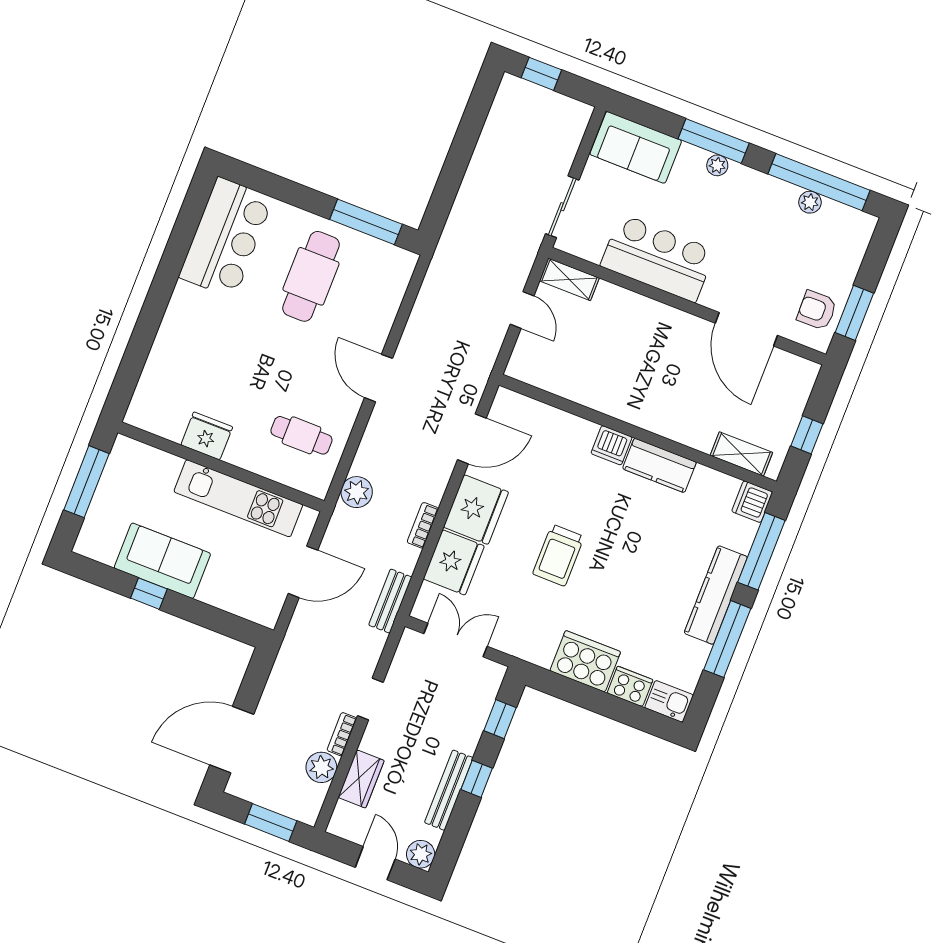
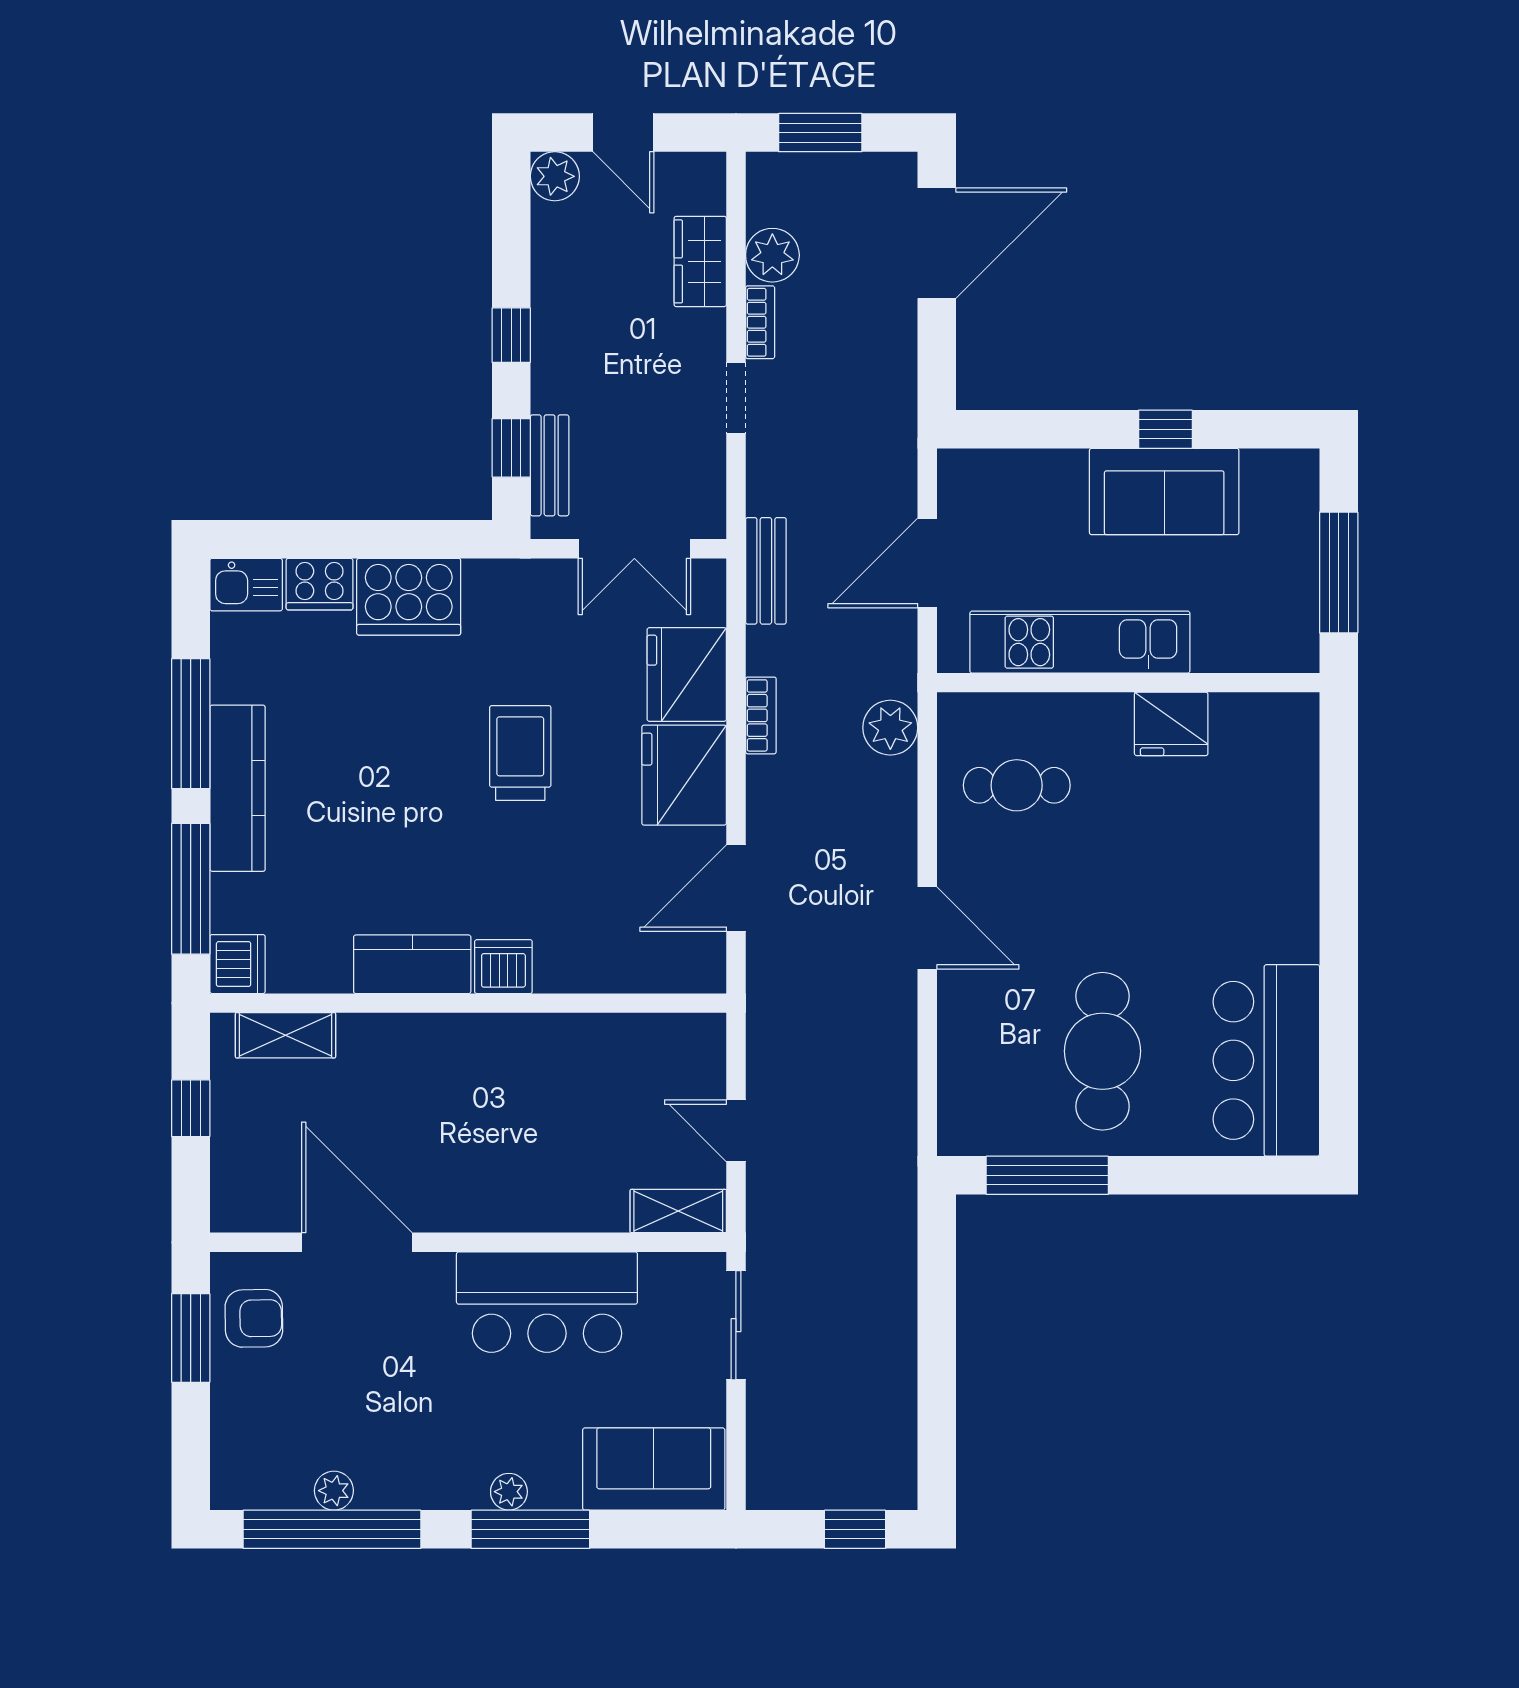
bench: (449, 790) -> (550, 465), moved, width x0.73

